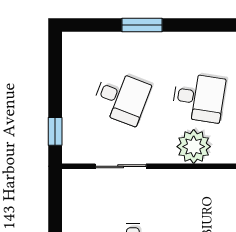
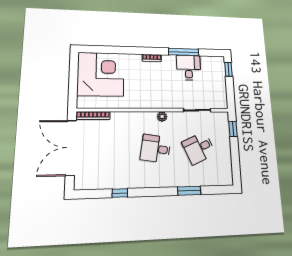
desk: (121, 98) -> (199, 148), turned -45
plant: (194, 147) -> (162, 117), width x0.53, depth x0.53

